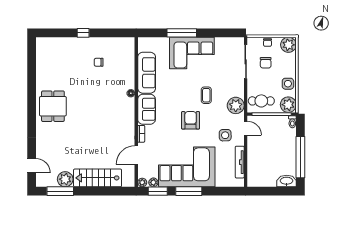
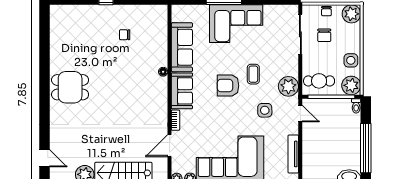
dining table: (53, 106) -> (70, 87), turned 90
armchair: (191, 120) -> (228, 86), moved, turned -90
side table: (225, 135) -> (265, 110), moved

